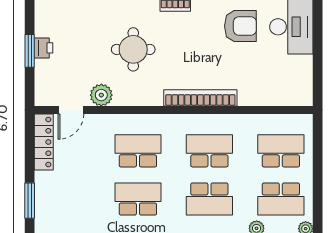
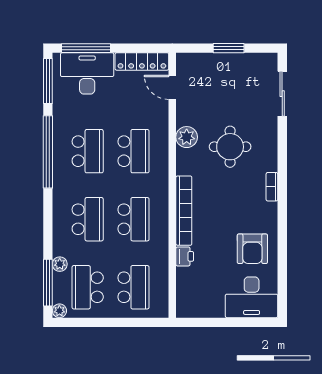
printer: (44, 48) -> (185, 256), moved, turned -90
plant: (101, 95) -> (187, 137), moved
school desk: (209, 199) -> (88, 219), turned 180
desk: (56, 200) -> (87, 73), added
window: (30, 201) -> (86, 48), width x1.44

